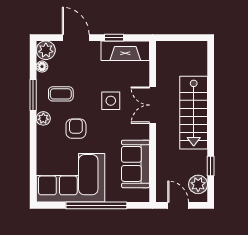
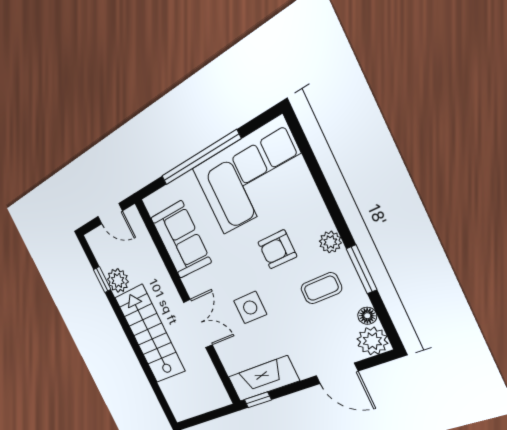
window: (114, 38) -> (258, 400), moved
armchair: (76, 129) -> (277, 249), turned 90
plant: (198, 184) -> (118, 280), moved

